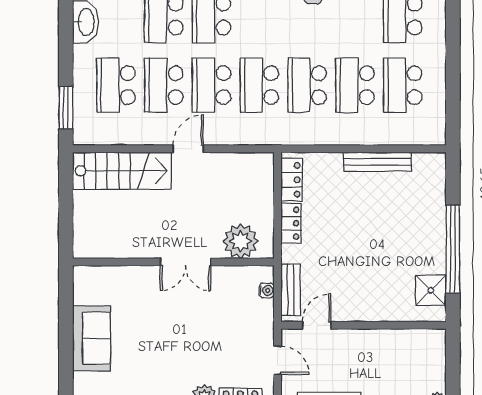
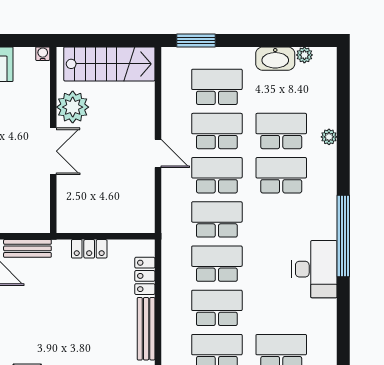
stairs: (122, 171) -> (109, 64), moved, turned -90
locker: (292, 180) -> (145, 276), moved, turned 90
plant: (241, 241) -> (73, 107), moved
double door: (186, 262) -> (53, 151), swing flipped
water cooler: (267, 290) -> (43, 54), moved, turned 180

